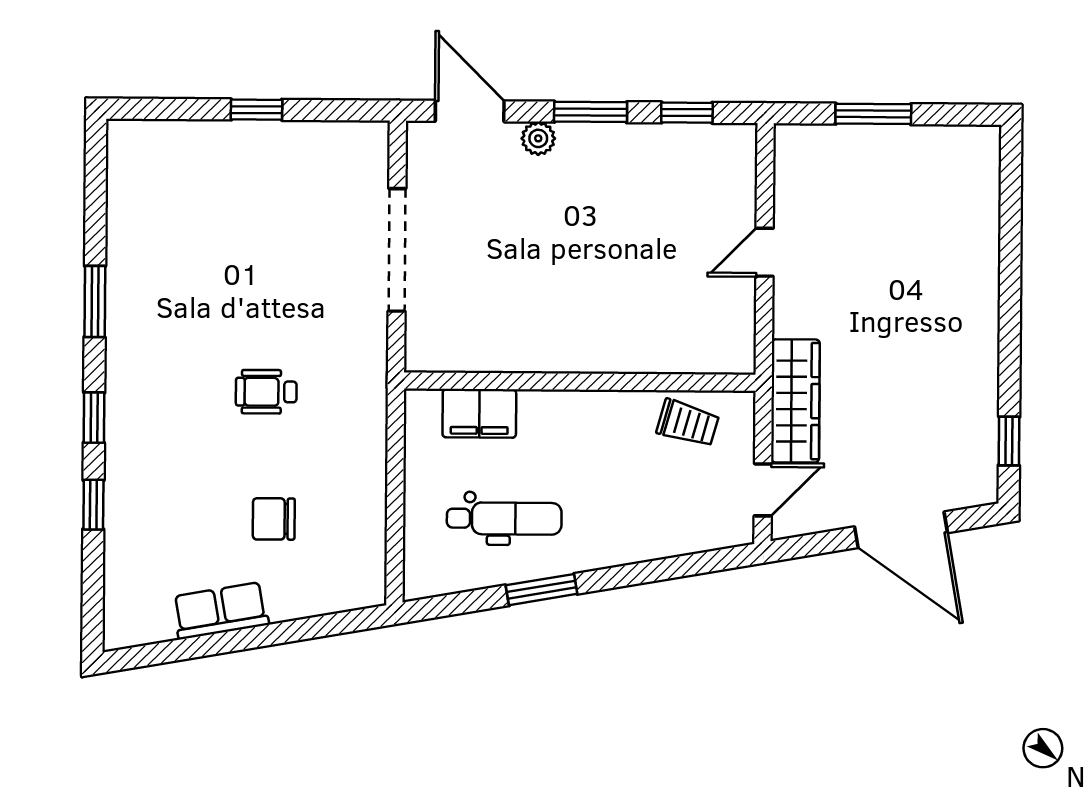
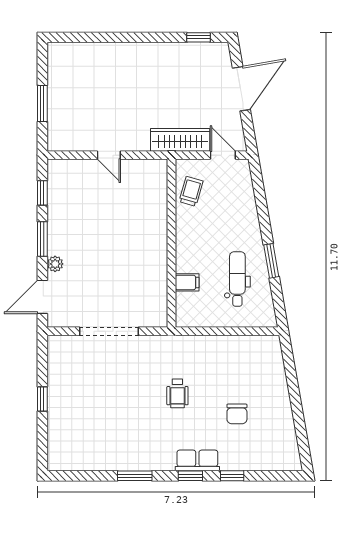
filing cabinet: (479, 413) -> (187, 282), width x0.50
chair: (274, 519) -> (237, 414), moved
row of seats: (220, 611) -> (197, 460), moved, turned 100

